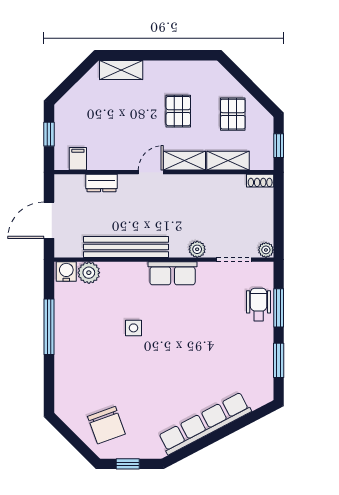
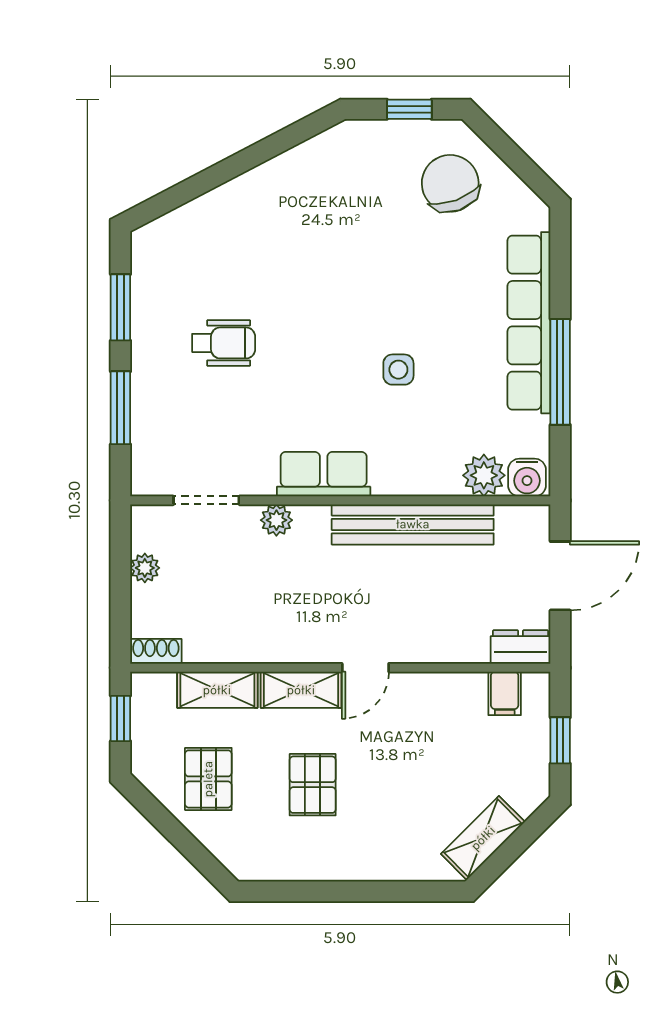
shelving: (121, 70) -> (483, 838), moved, turned -45
dresser: (102, 183) -> (521, 647), moved
plant: (266, 250) -> (145, 568), moved
wheelchair: (259, 305) -> (224, 343), moved, turned -90
row of seats: (205, 423) -> (529, 323), moved, turned 118

